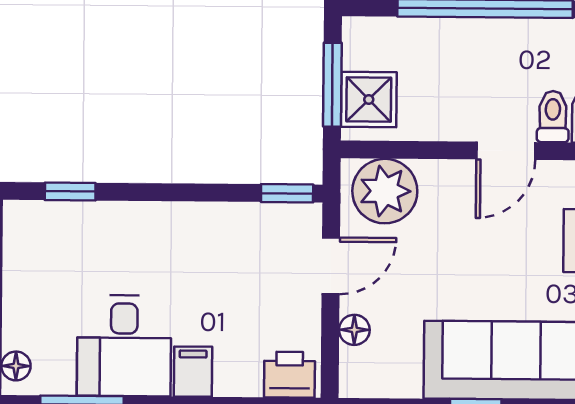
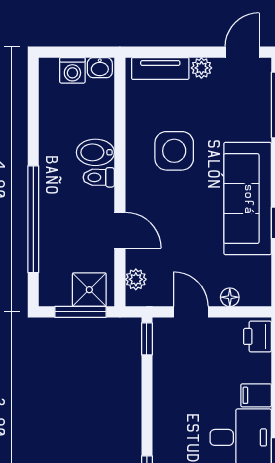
door: (506, 151) -> (120, 230), moved
plant: (385, 191) -> (136, 279), width x0.53, depth x0.53

